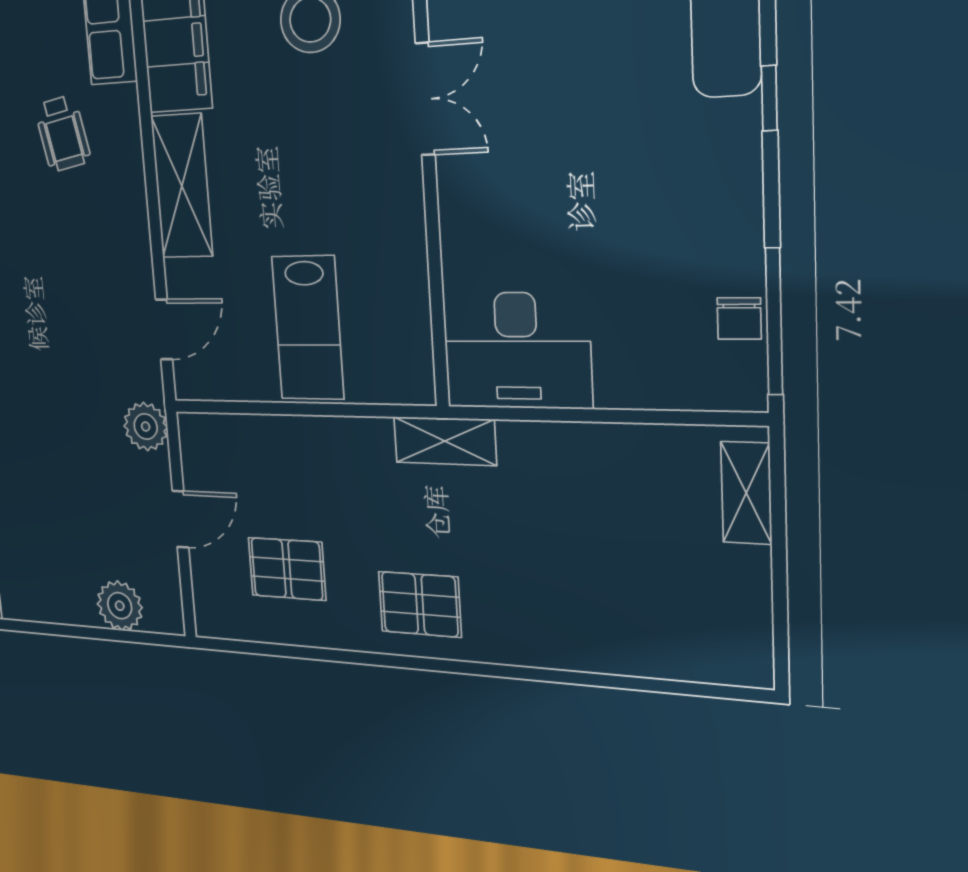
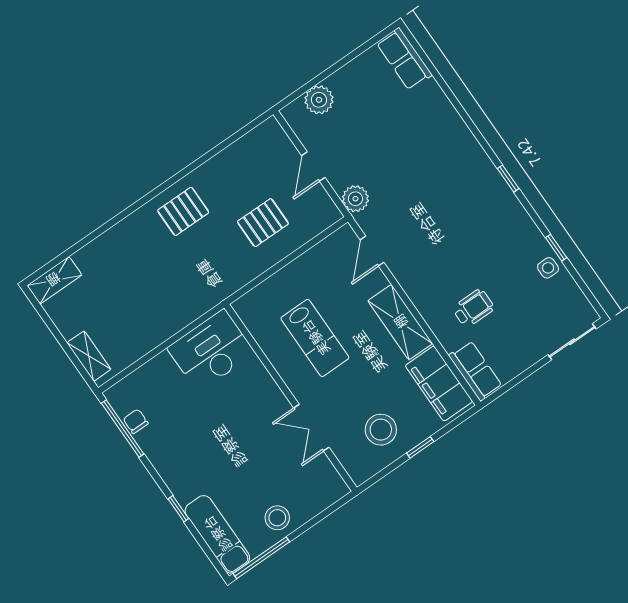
wheelchair: (63, 134) -> (473, 308), turned 101
lab bench: (308, 328) -> (315, 338), moved, turned 180
shelving: (445, 441) -> (54, 280), moved
pallet: (287, 569) -> (263, 223), moved

